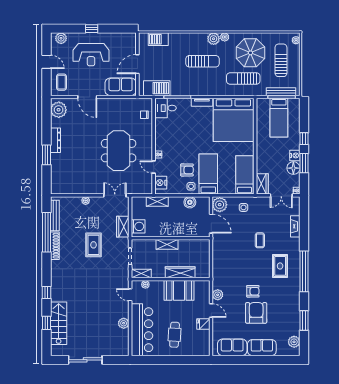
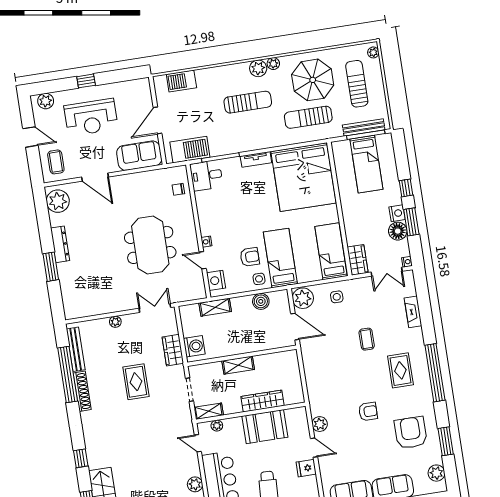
armchair: (256, 313) -> (411, 433), moved

